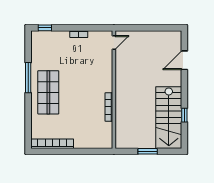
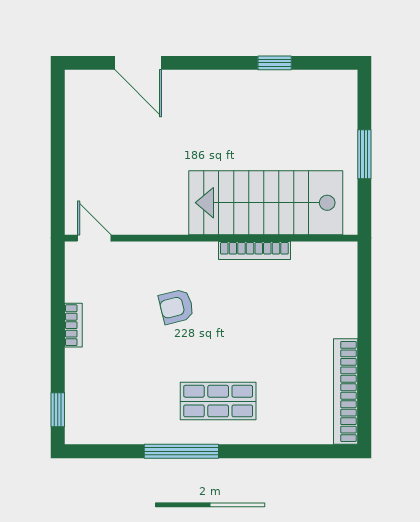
armchair: (86, 76) -> (176, 307), added
shop shelf: (48, 92) -> (218, 401), width x0.70, depth x0.74
stairs: (169, 117) -> (266, 203), moved, turned 180

